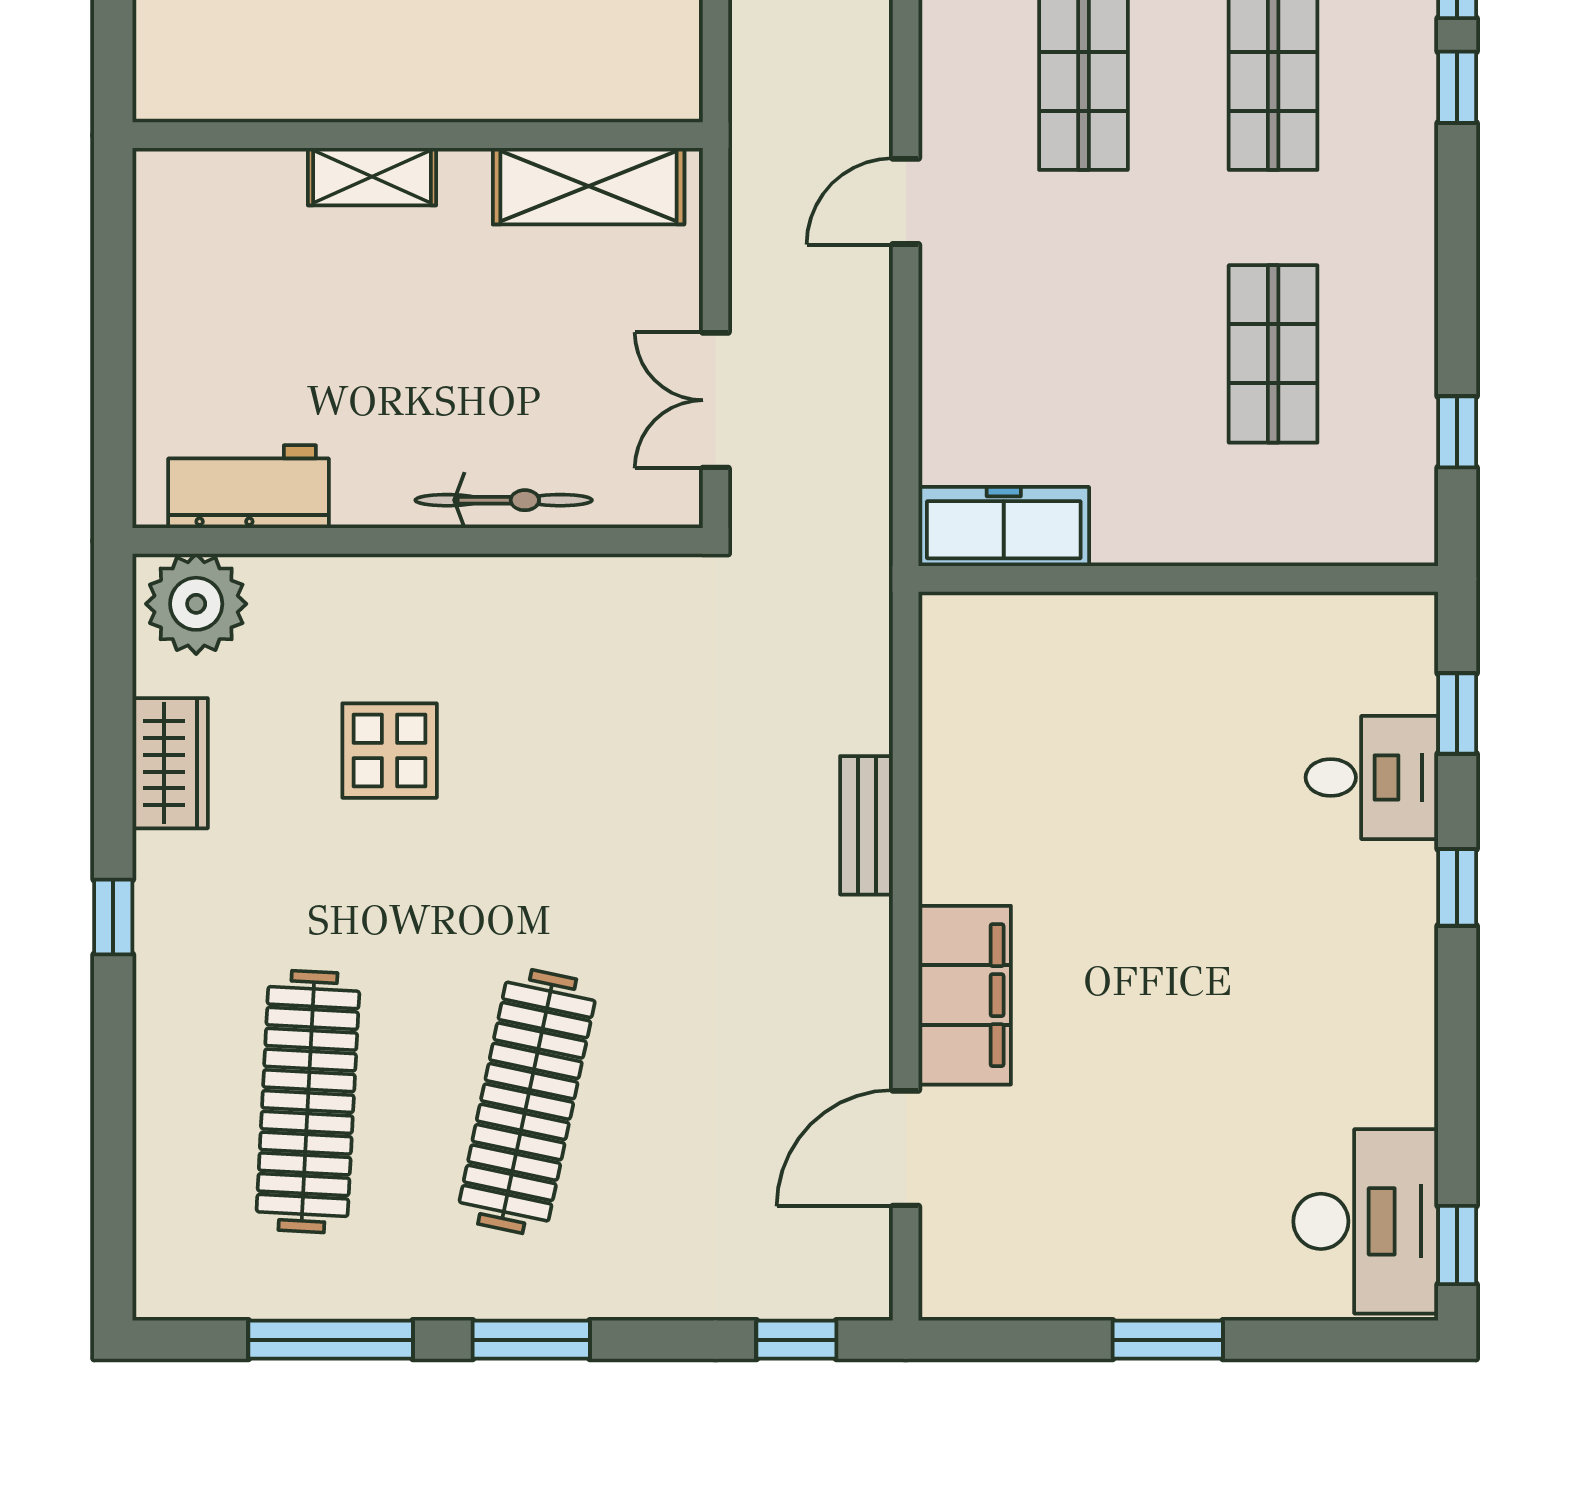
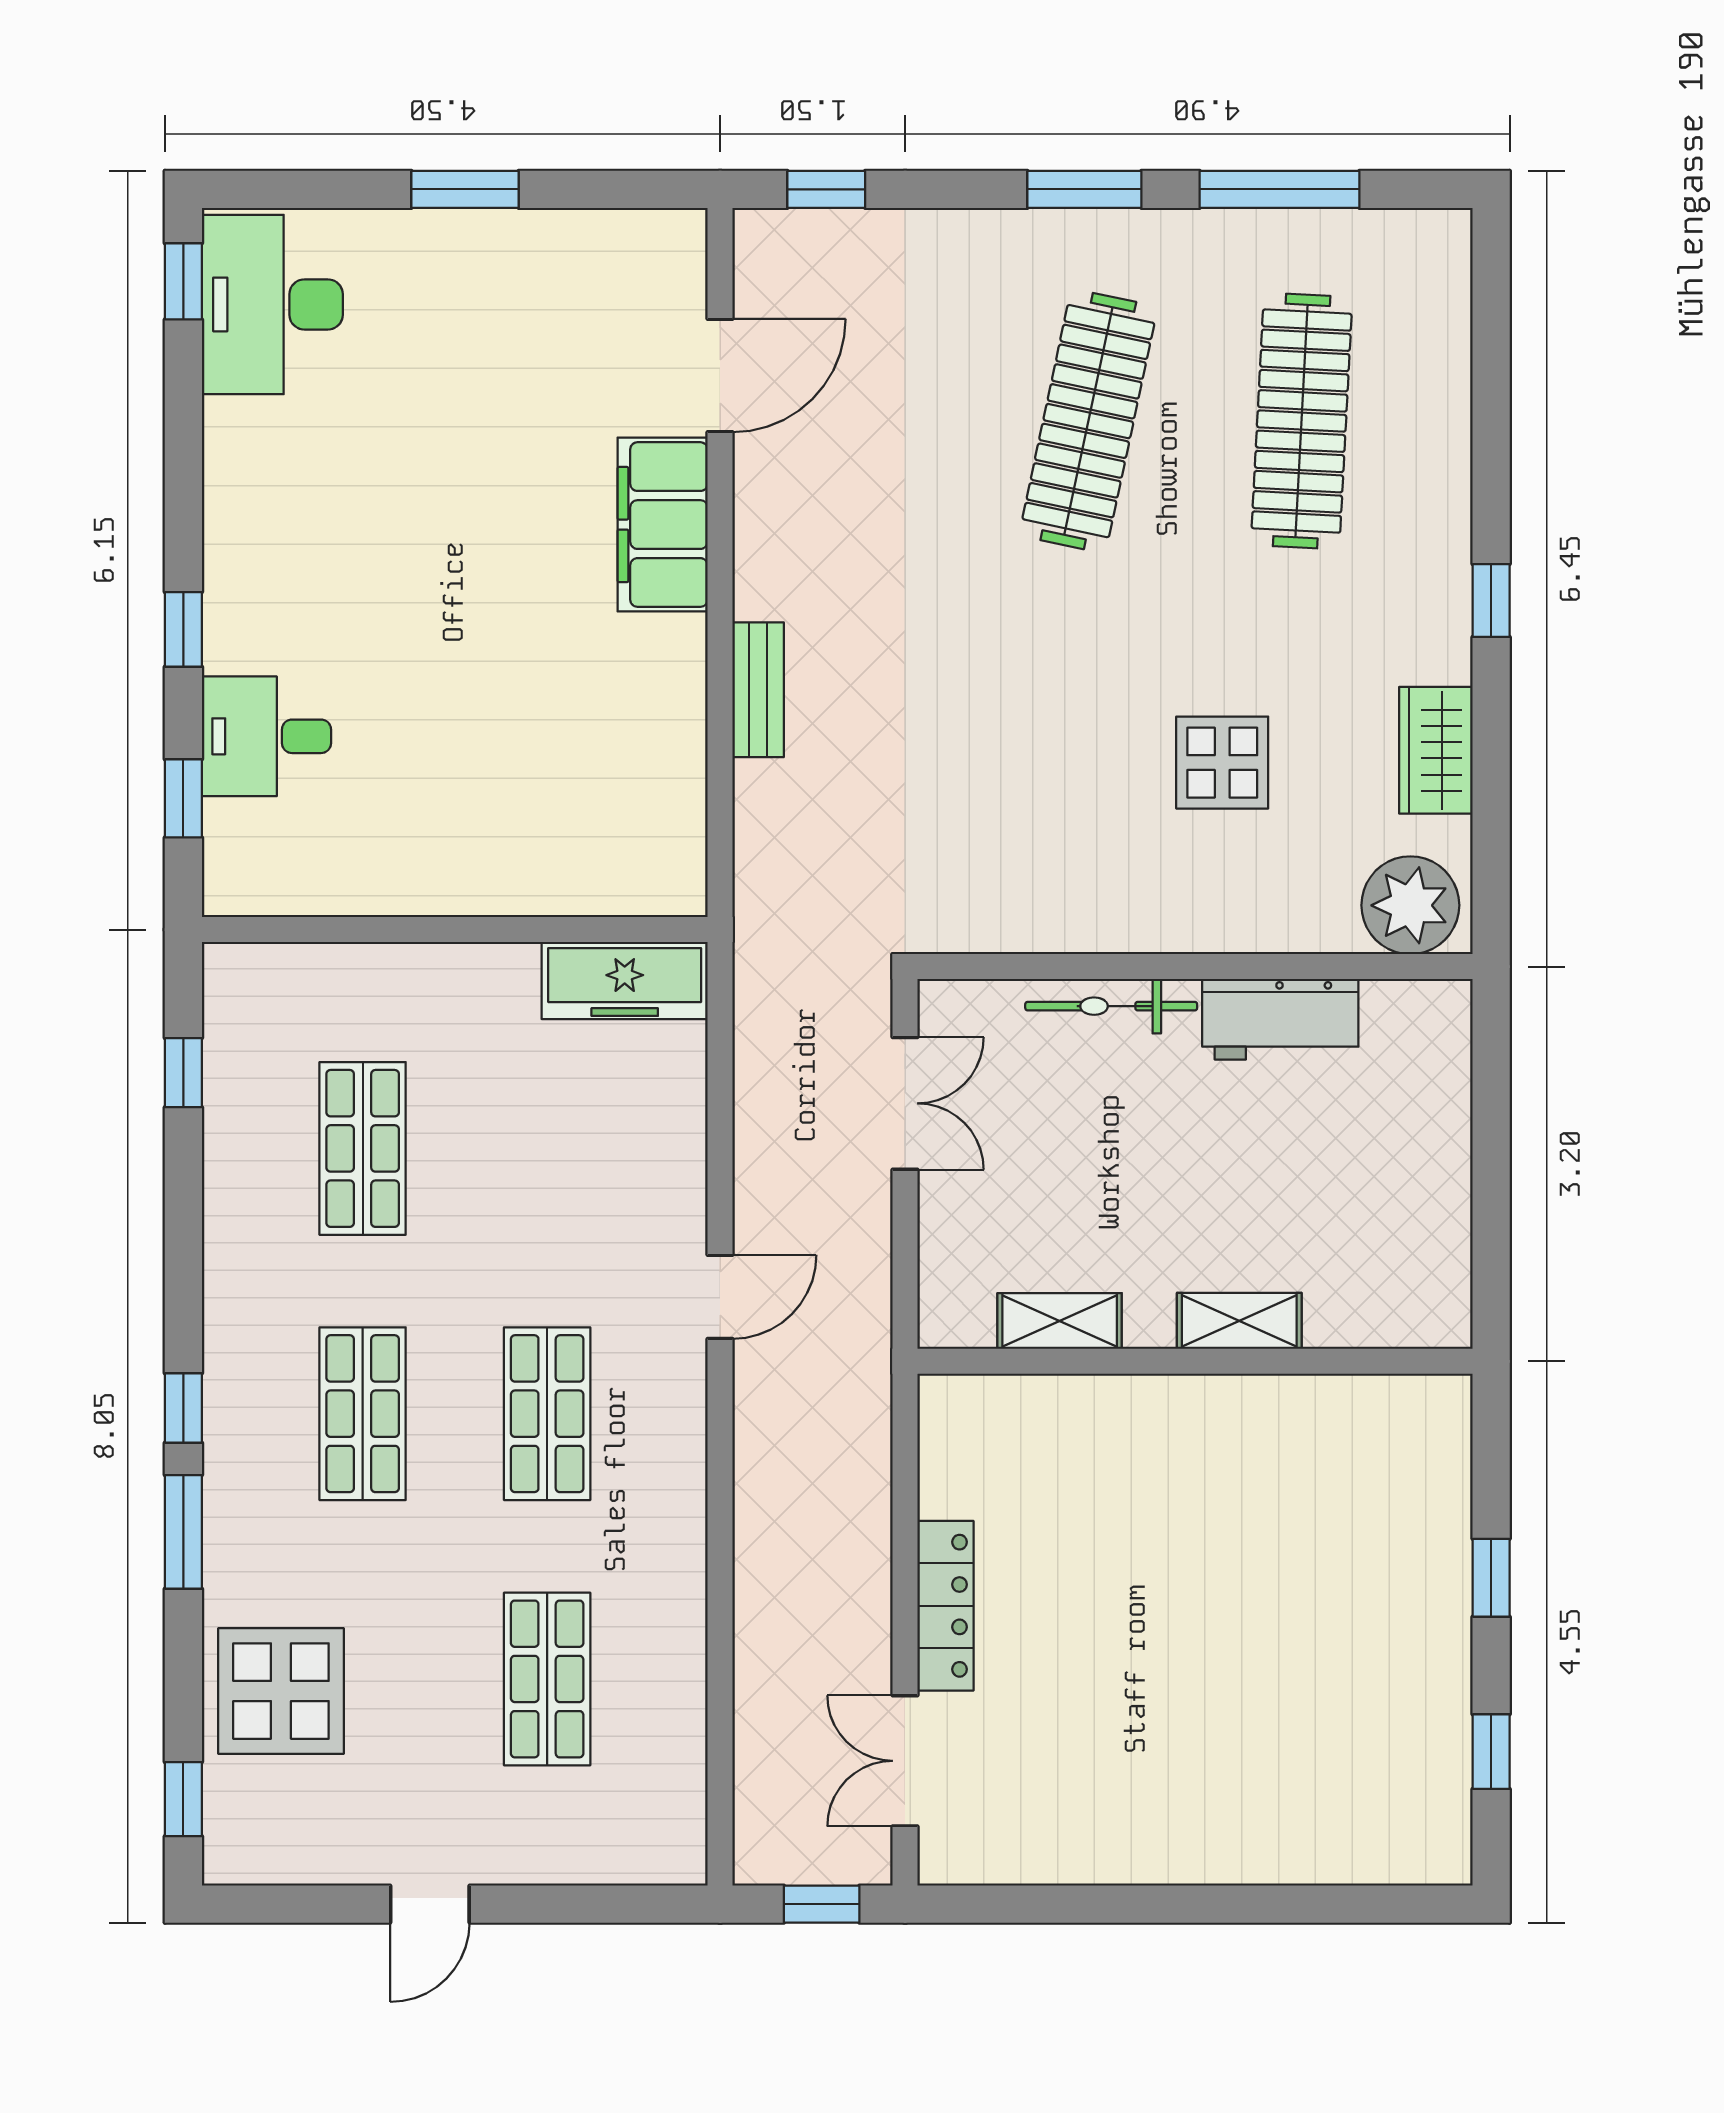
shelving: (589, 186) -> (1060, 1321), width x0.67, depth x0.75
workbench: (249, 487) -> (1280, 1019), moved

